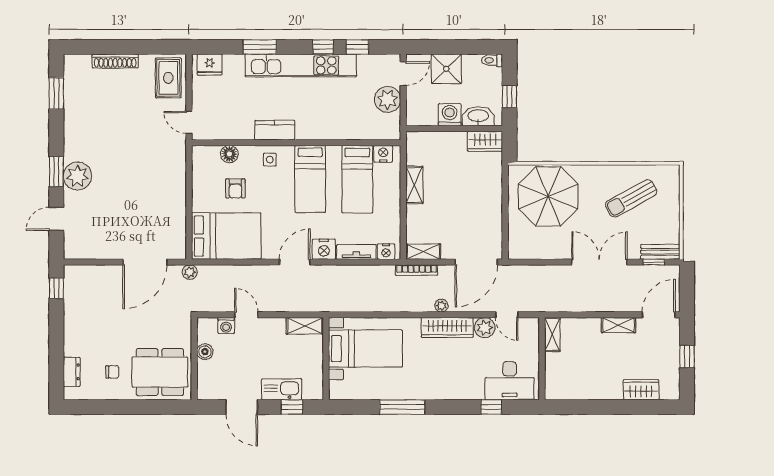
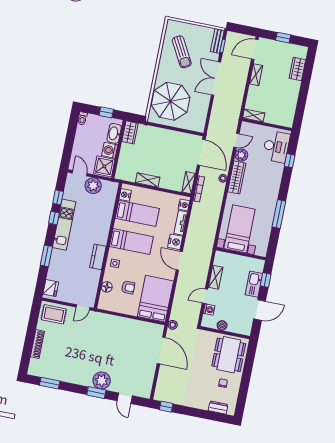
kitchen unit: (301, 65) -> (64, 225), width x0.73
shower: (446, 69) -> (104, 166), moved
door: (659, 315) -> (255, 49), hinge flipped
shelving: (305, 326) -> (216, 277), moved

